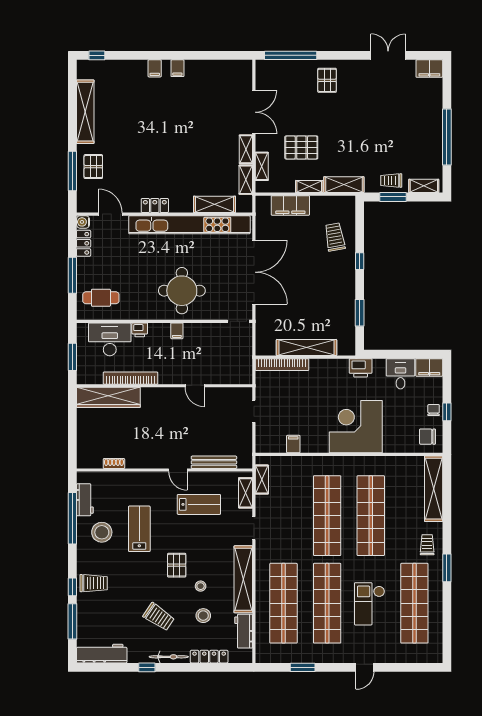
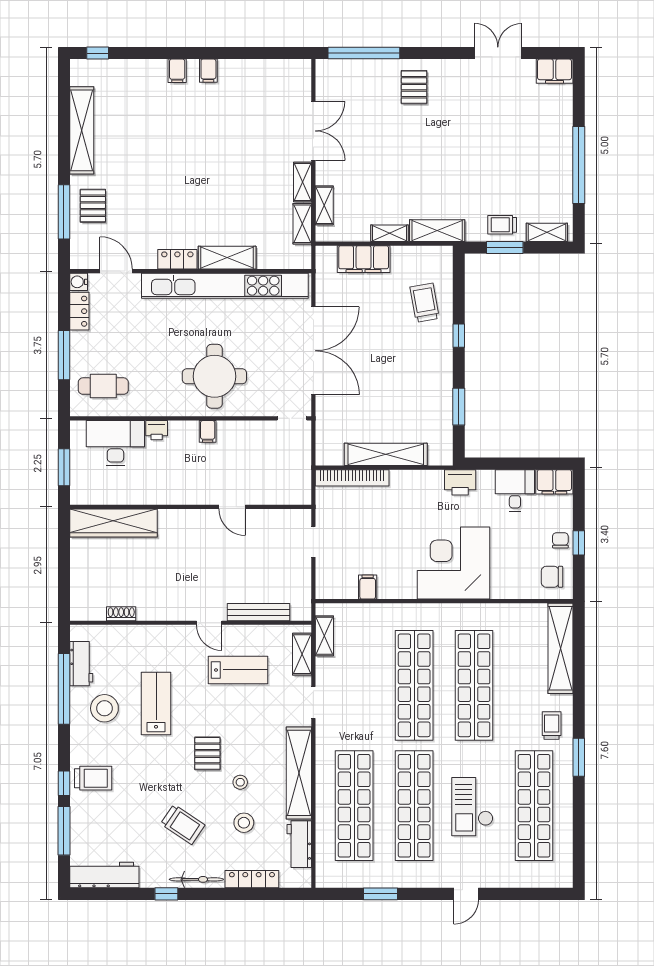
pallet: (301, 147) -> (379, 180), removed
shelving: (214, 204) -> (227, 258), moved
bookcase: (131, 378) -> (144, 496), removed

